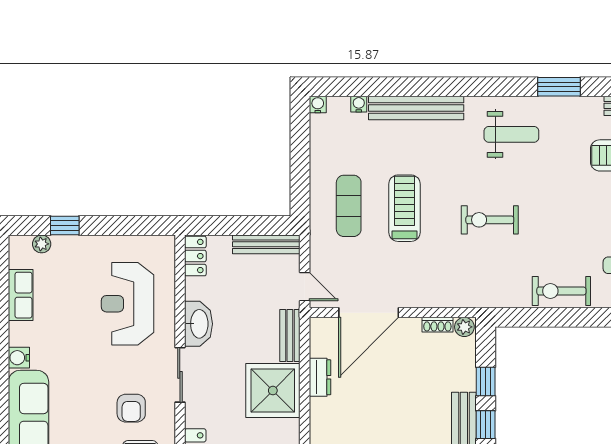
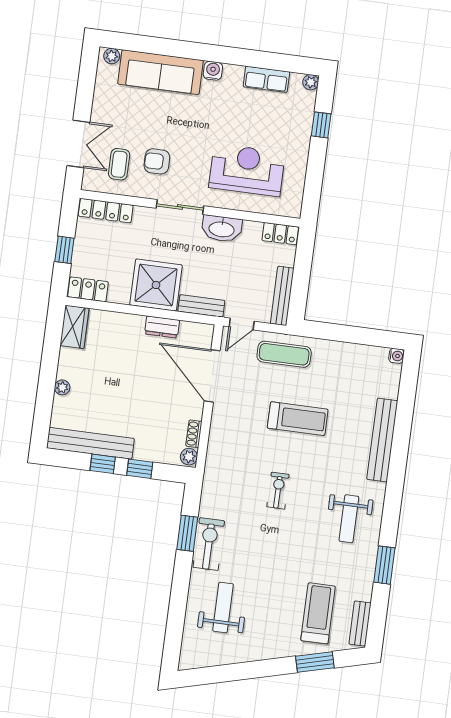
water cooler: (359, 104) -> (392, 391), removed
exercise mat: (349, 206) -> (284, 354), moved
exercise bike: (490, 220) -> (278, 491), width x0.73, depth x0.72
plant: (42, 244) -> (311, 82), moved
window: (552, 317) -> (187, 533), added

